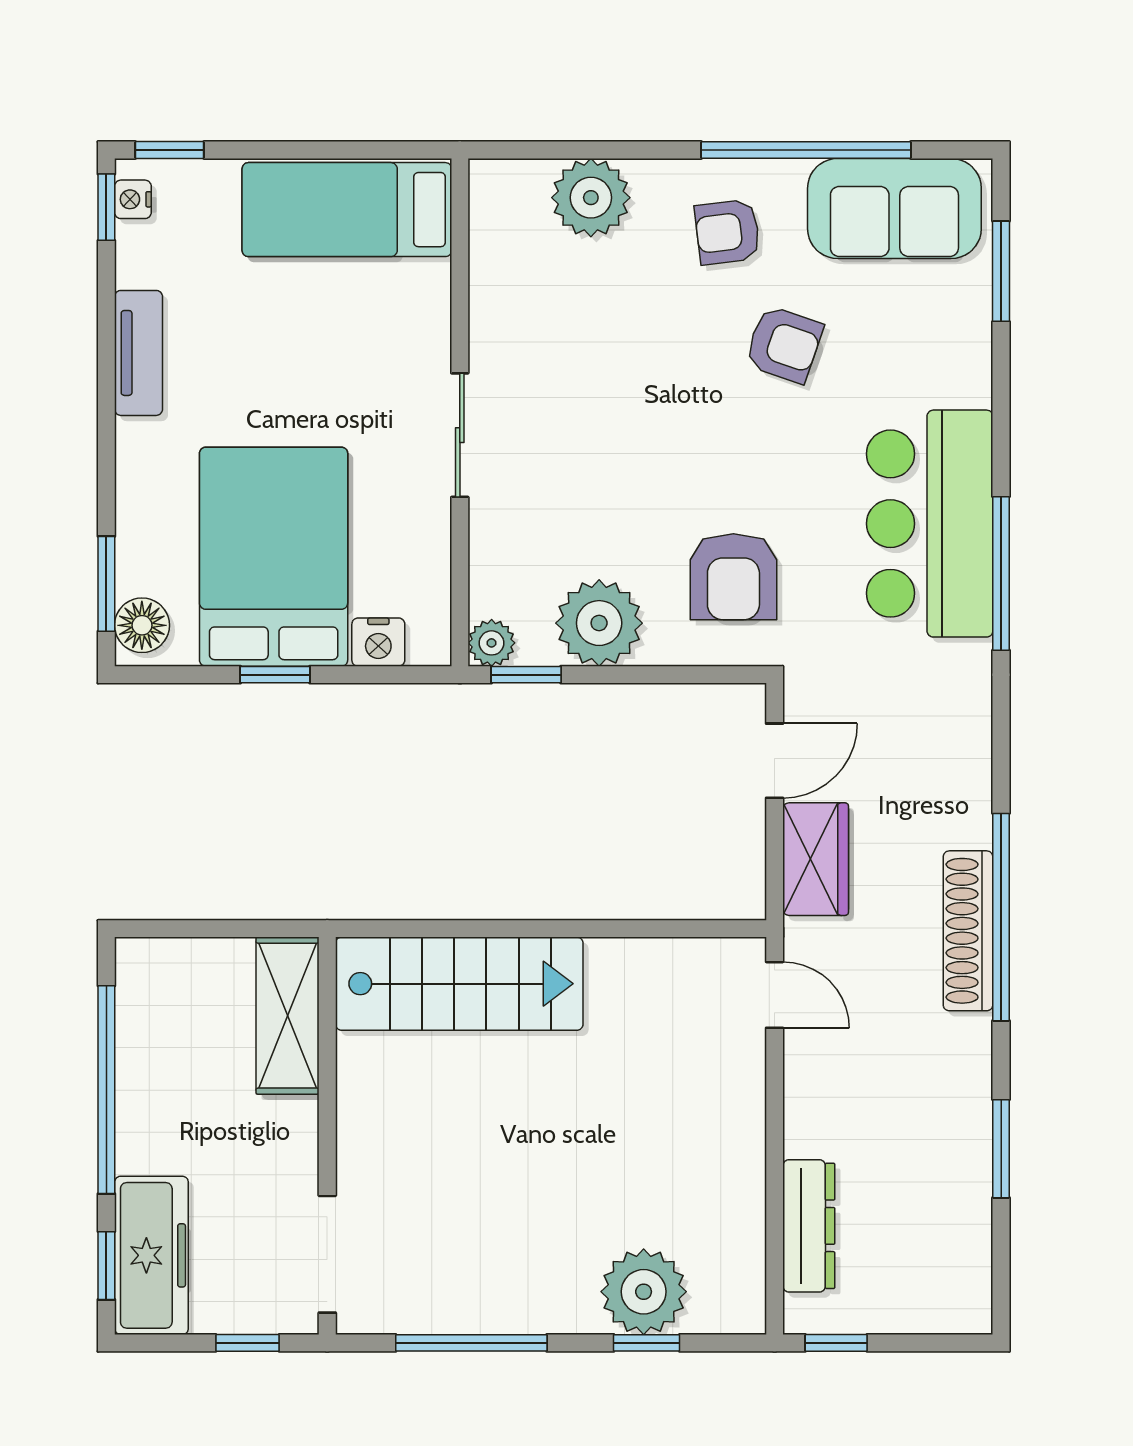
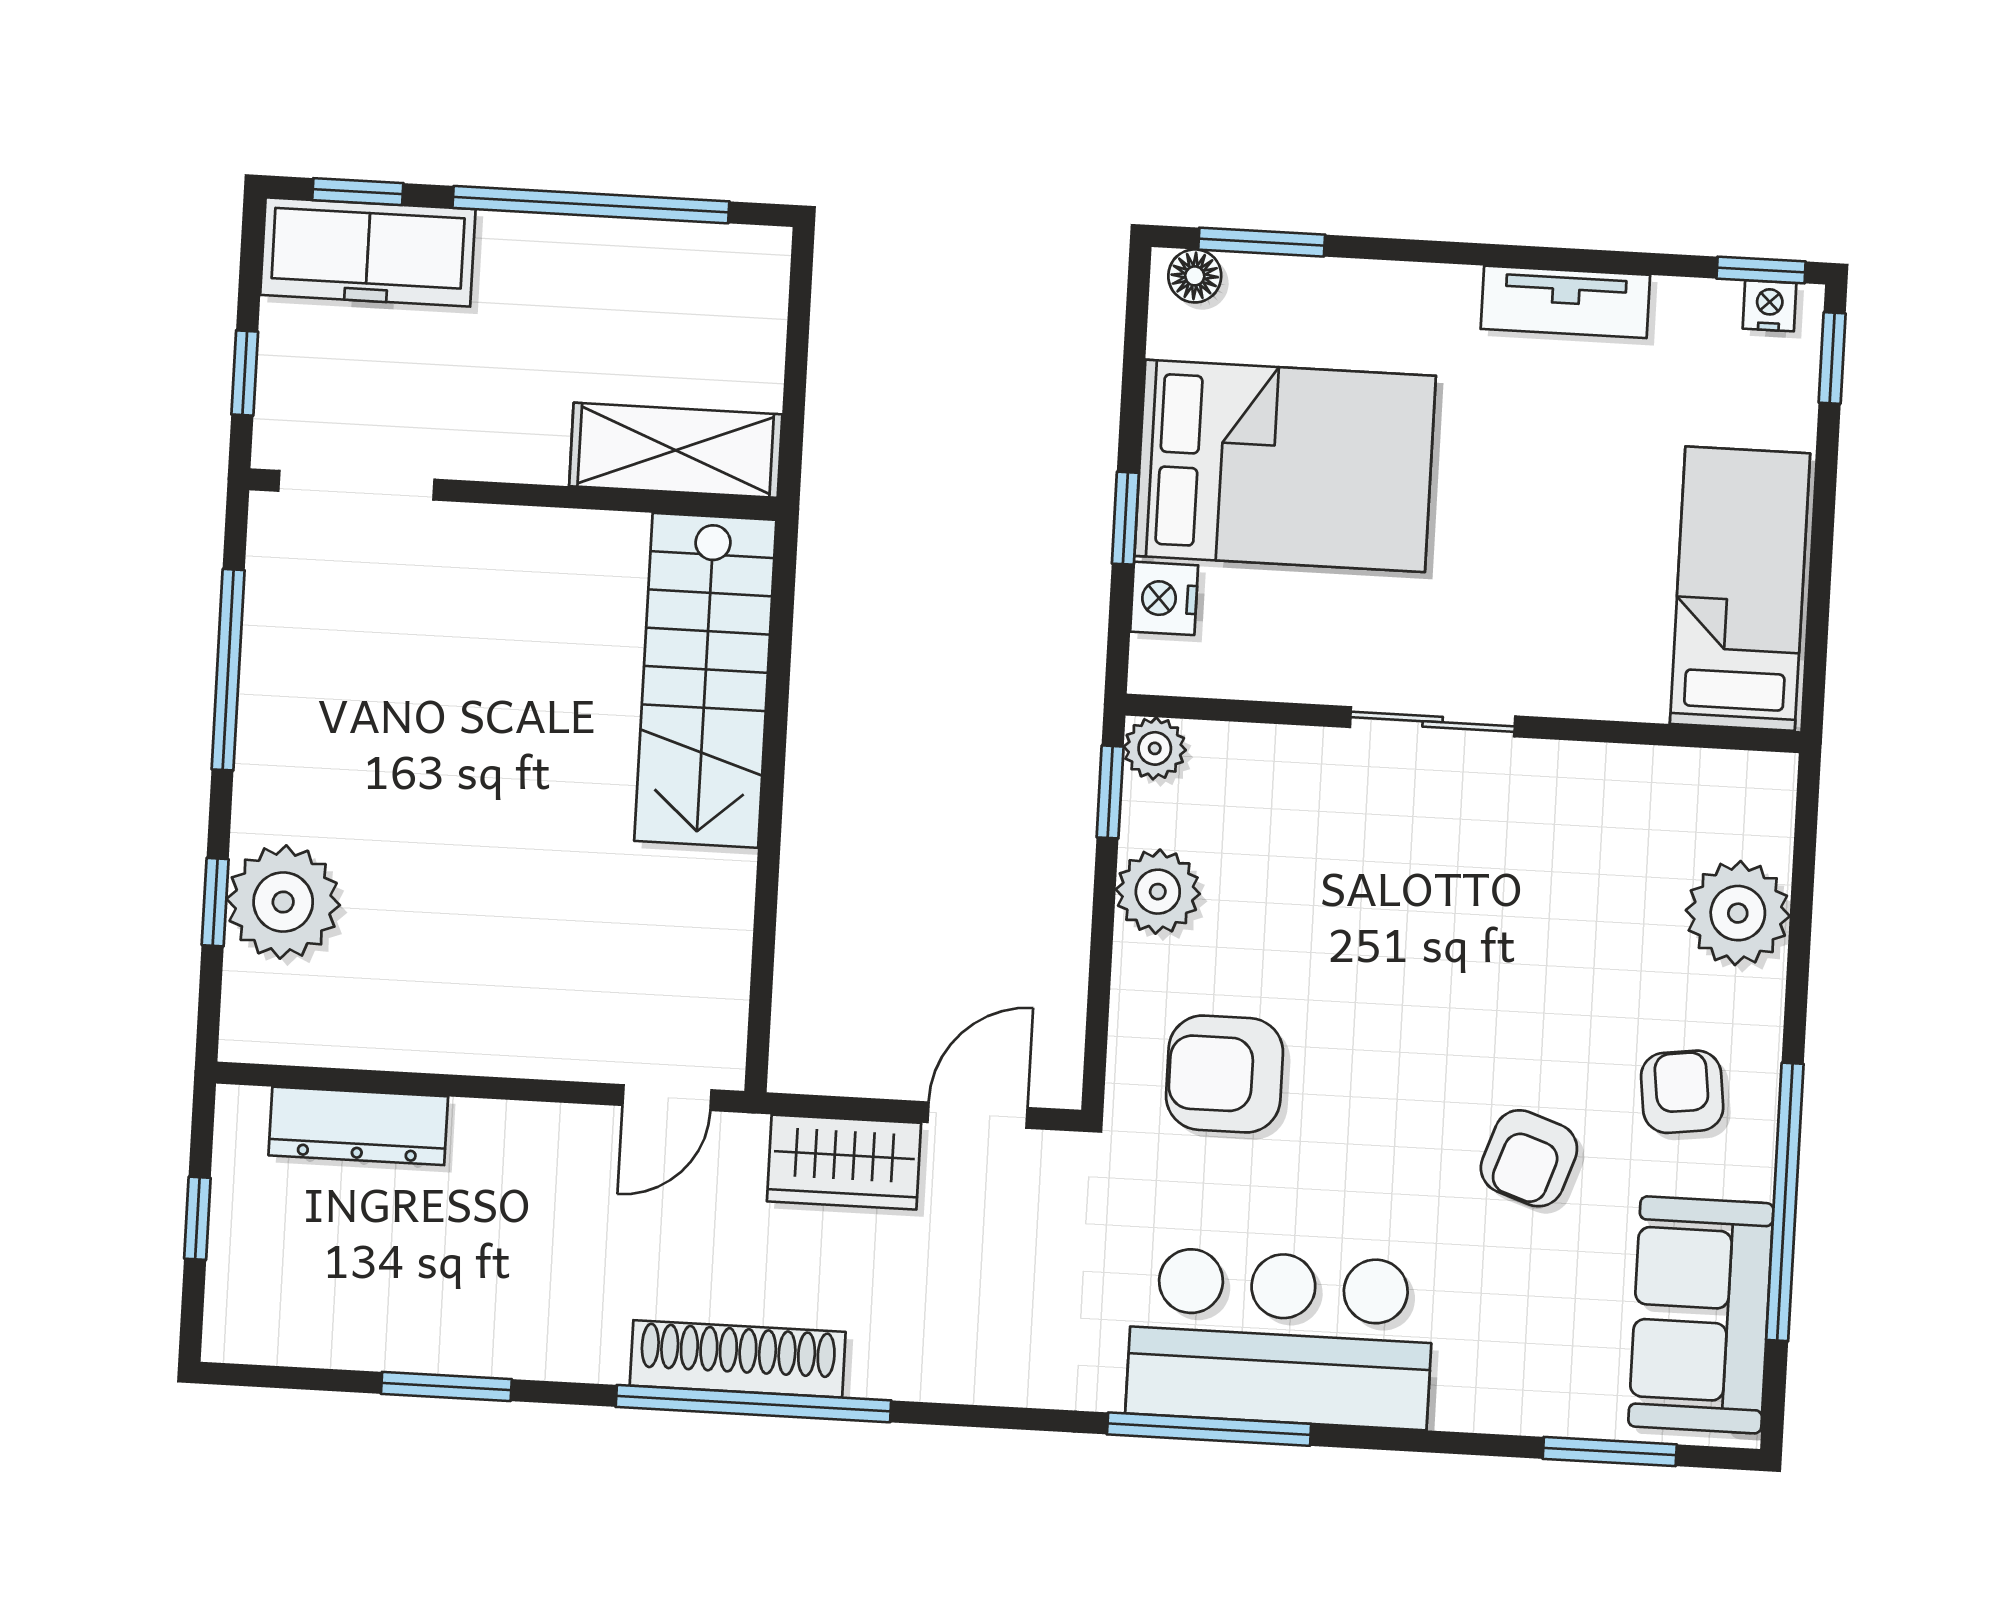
plant: (599, 623) -> (1158, 892), width x0.73, depth x0.73
floor lamp: (142, 625) -> (1195, 276), width x0.73, depth x0.73
window: (275, 675) -> (1125, 518), moved
door: (775, 761) -> (977, 1115), swing flipped
window: (836, 1343) -> (197, 1218), moved

